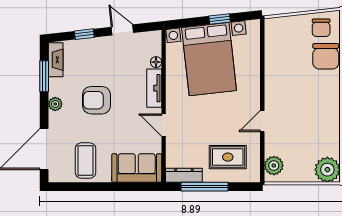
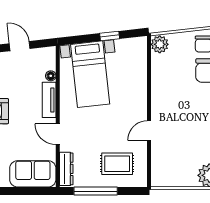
bed with nightstands: (209, 59) -> (90, 74), width x0.73
plant: (274, 166) -> (160, 44), moved
dresser: (184, 175) -> (66, 169), moved, turned 90

